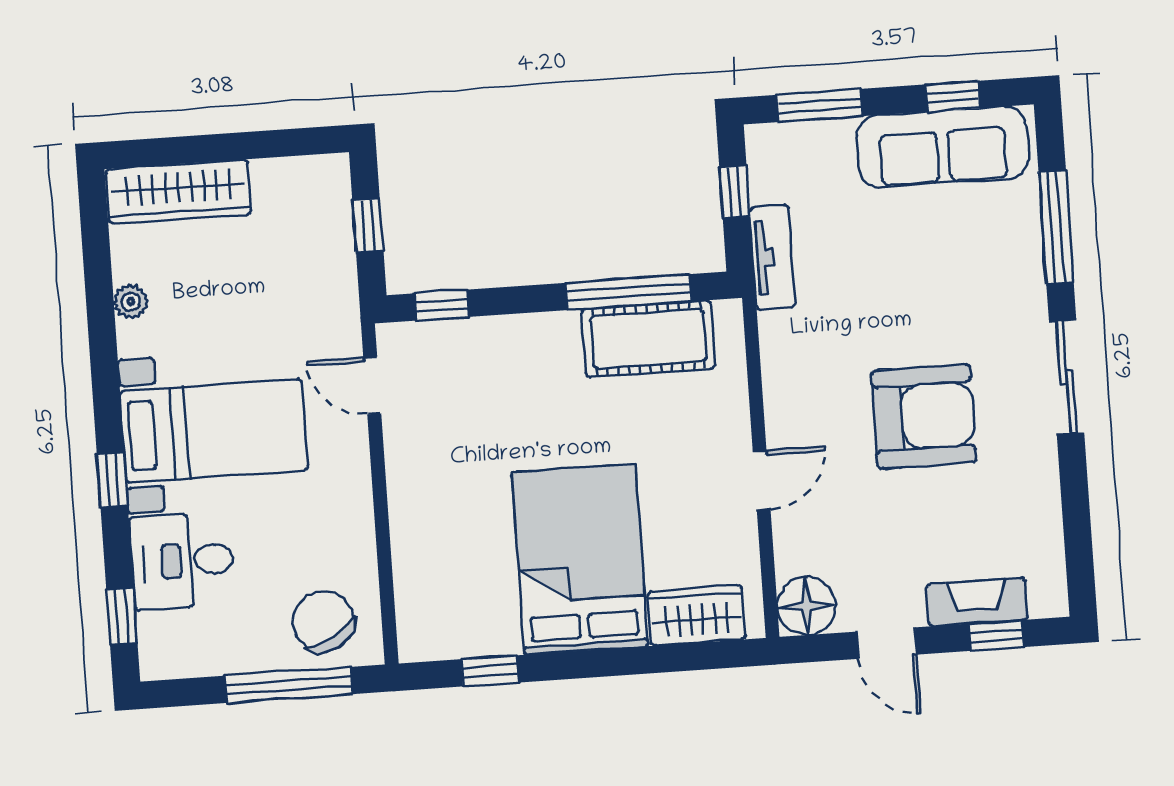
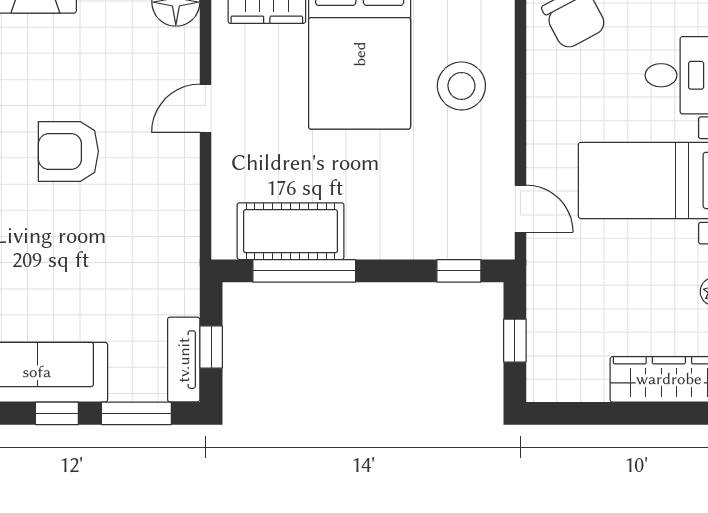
window: (953, 96) -> (57, 413), moved
tv unit: (773, 257) -> (184, 360), moved
armchair: (924, 416) -> (68, 151), width x0.73, depth x0.73
stool: (454, 529) -> (461, 86), added

